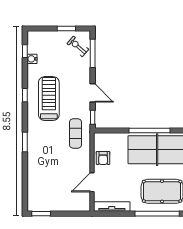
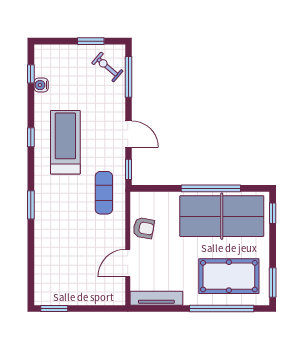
armchair: (103, 158) -> (144, 228), turned -80

